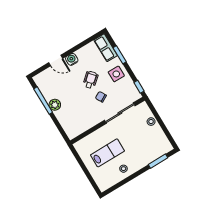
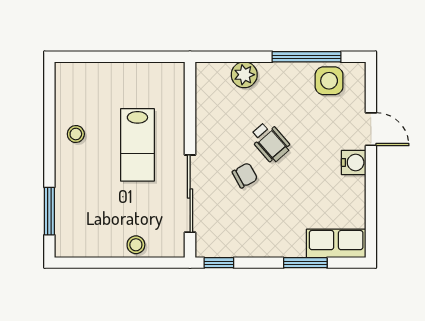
door: (56, 60) -> (371, 129), swing flipped
side table: (116, 74) -> (329, 81), moved
wheelchair: (91, 80) -> (270, 142), moved
plant: (55, 105) -> (244, 75), moved
lab bench: (107, 153) -> (137, 145), moved

